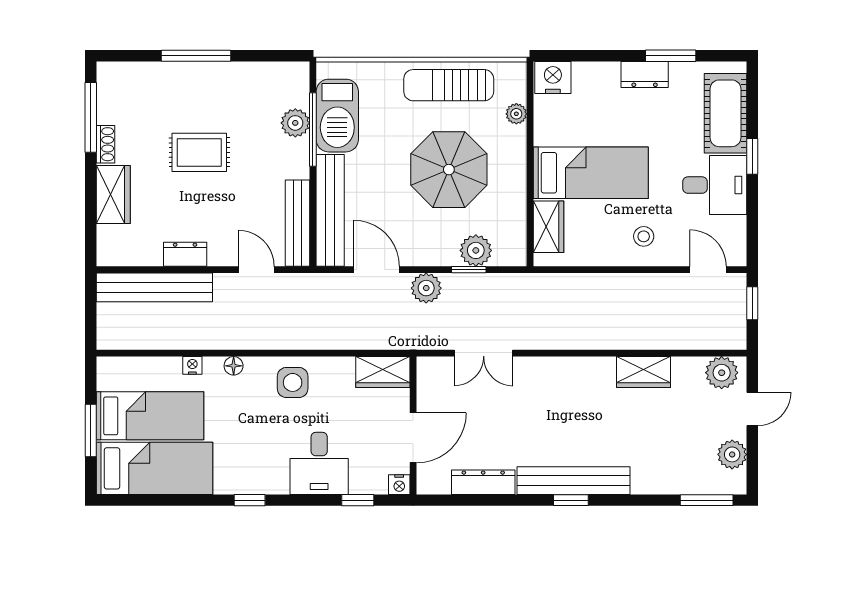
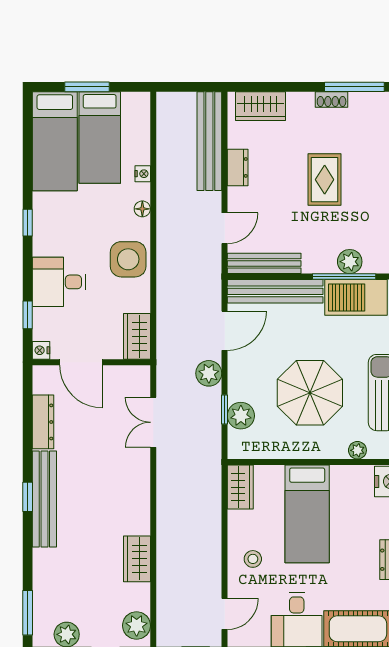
wardrobe: (113, 194) -> (261, 106), moved
wardrobe: (548, 227) -> (240, 487), moved, turned -90
side table: (293, 382) -> (128, 259), width x1.37, depth x1.37

